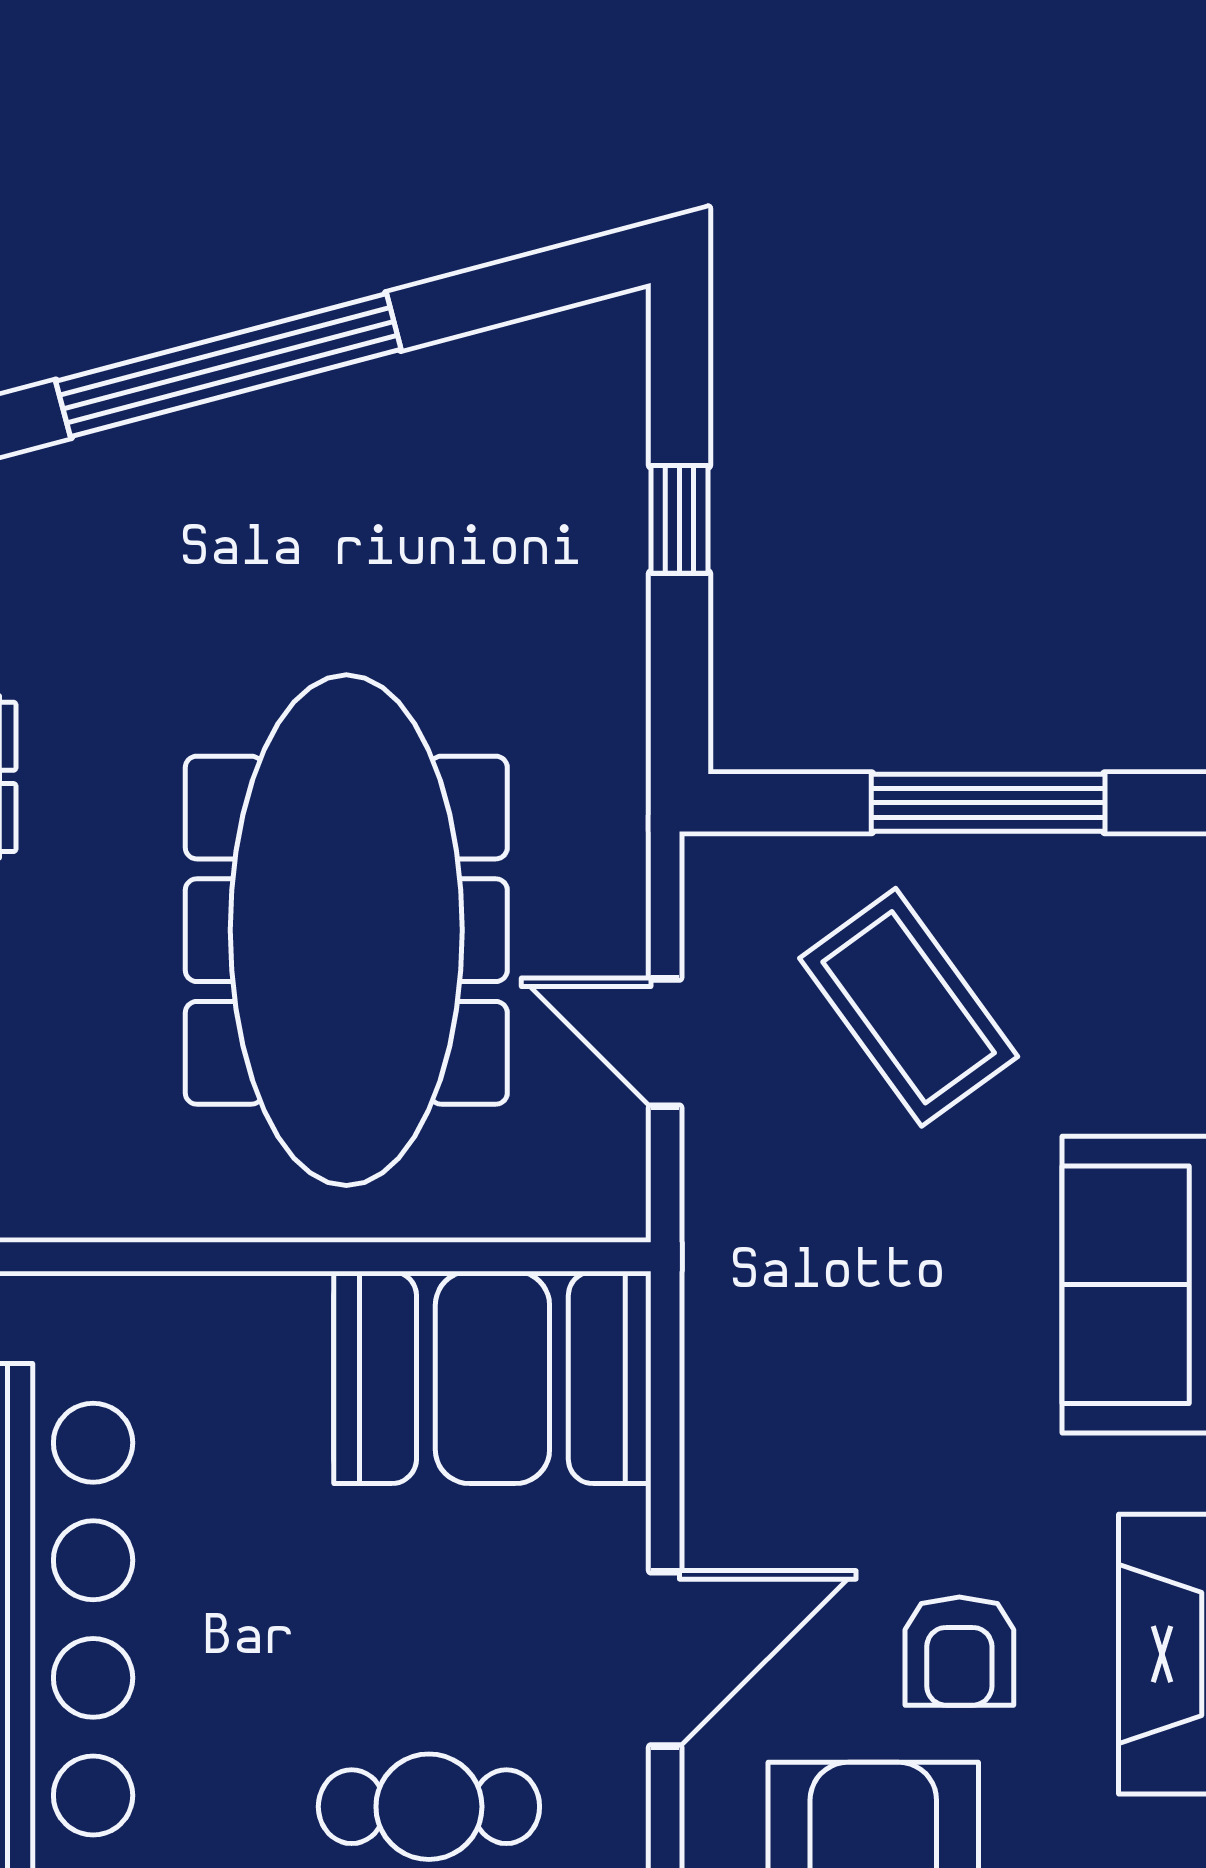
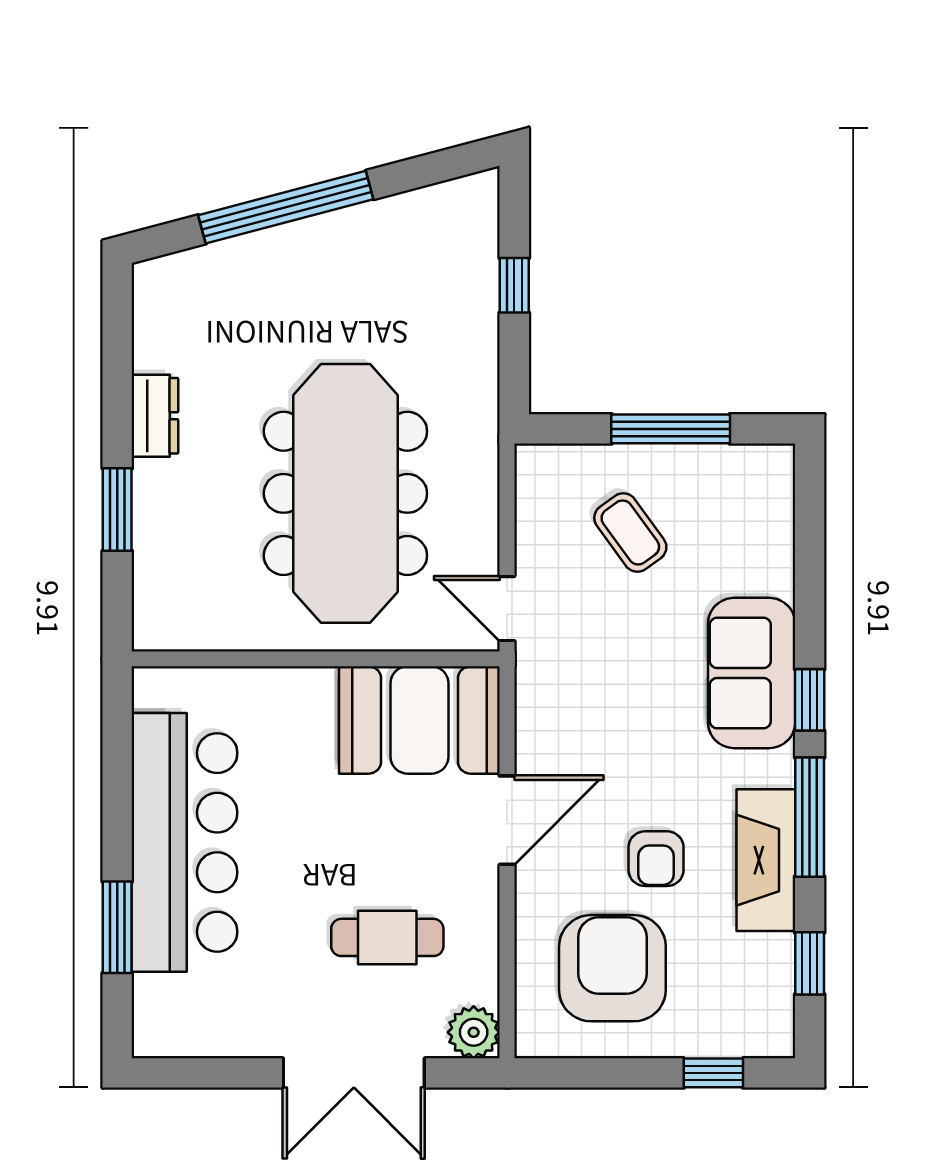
coffee table: (909, 1007) -> (630, 532), width x0.73, depth x0.77
door: (665, 1043) -> (507, 609), moved
door: (665, 1659) -> (507, 820), moved

